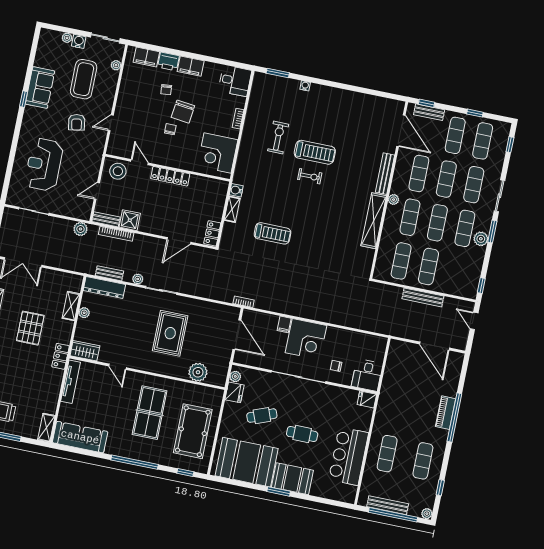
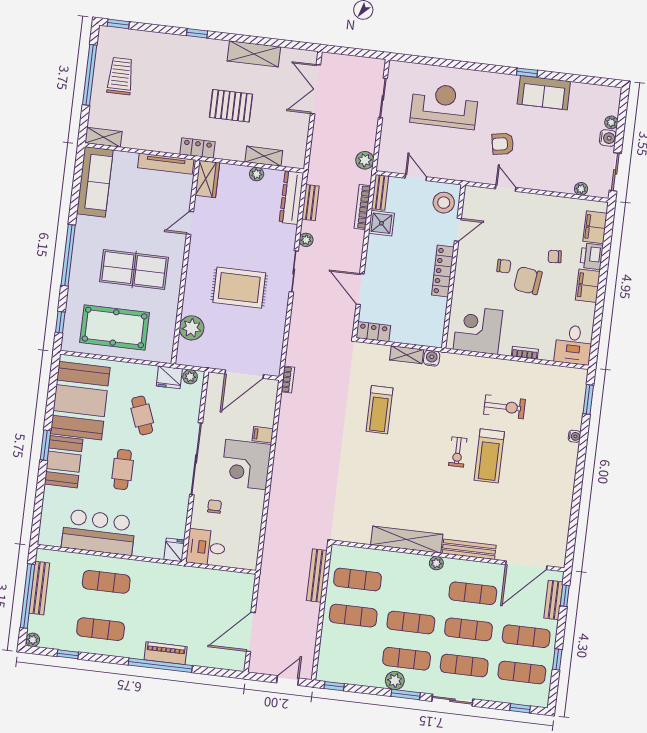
coffee table: (84, 79) -> (559, 148), removed
exercise mat: (410, 217) -> (415, 586), removed
bench: (423, 297) -> (317, 575), moved

